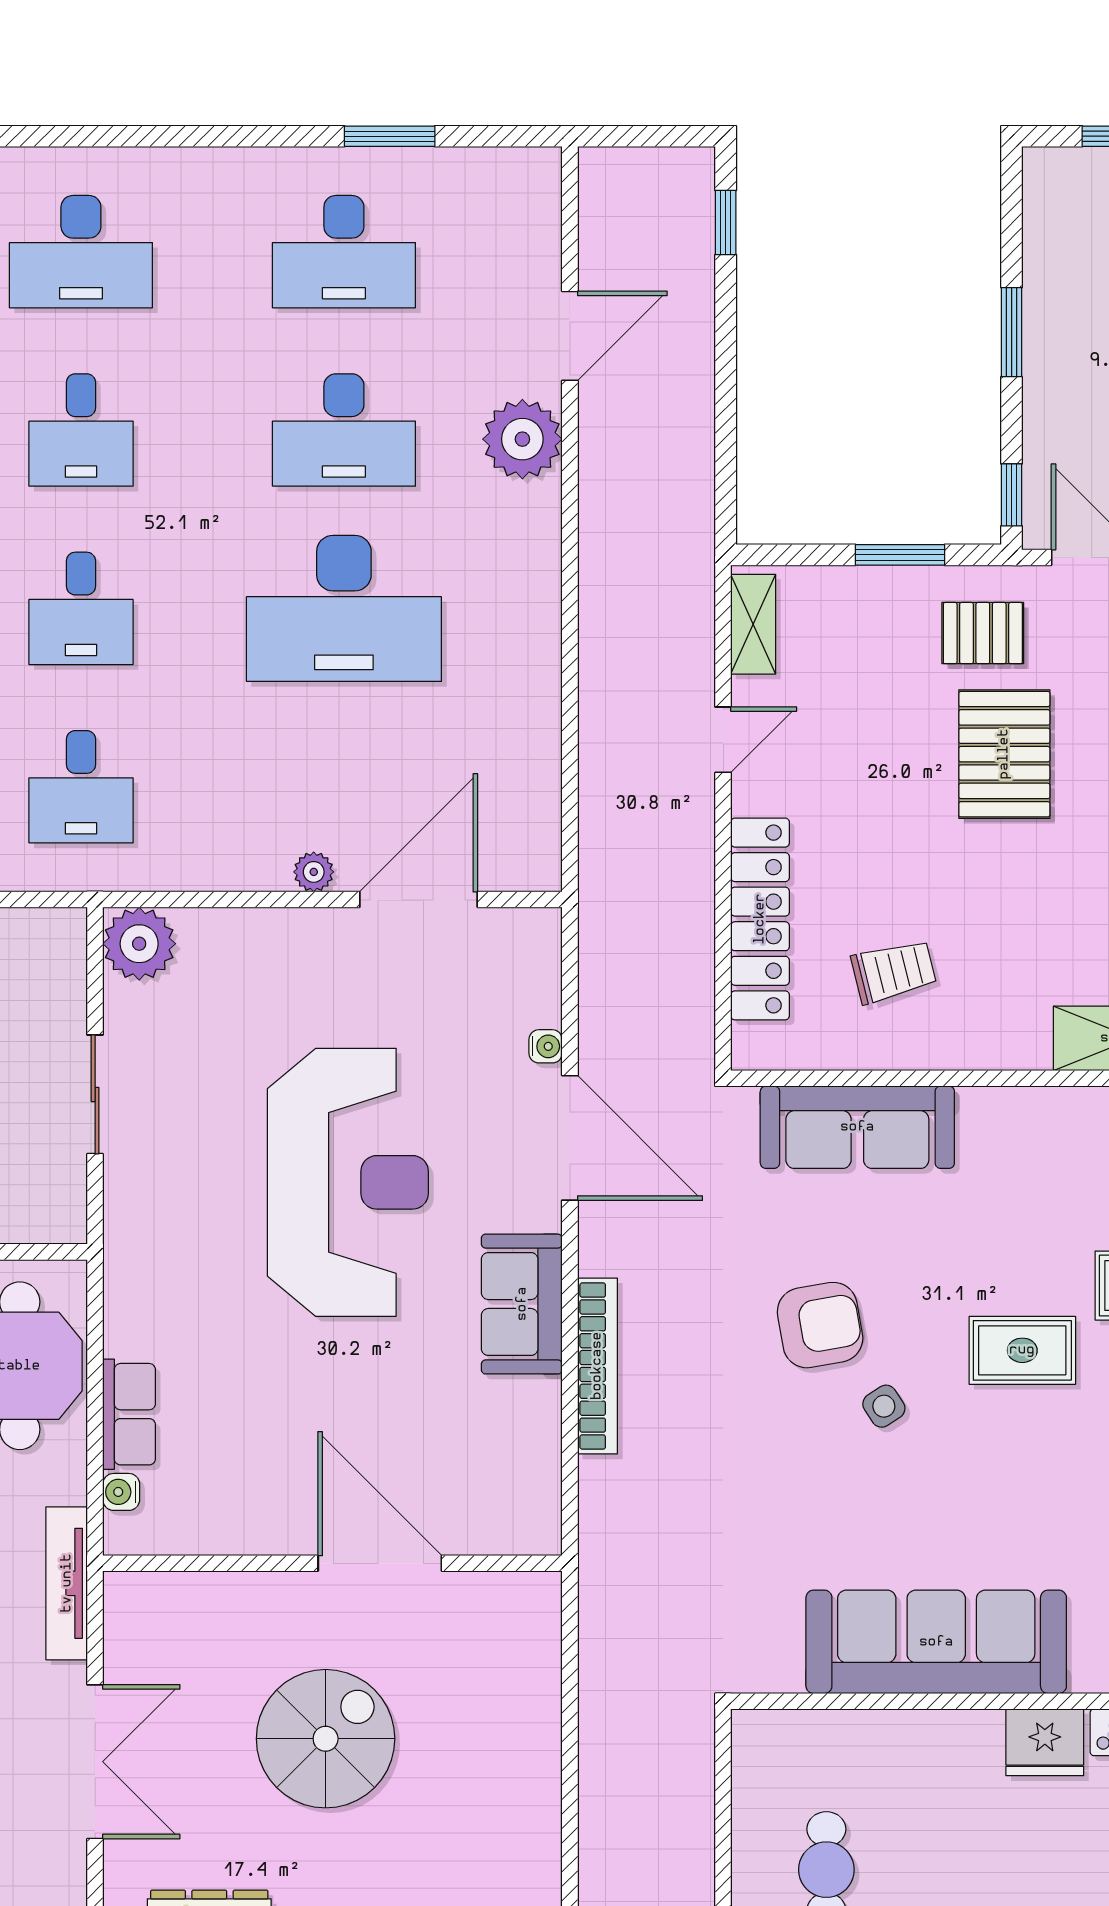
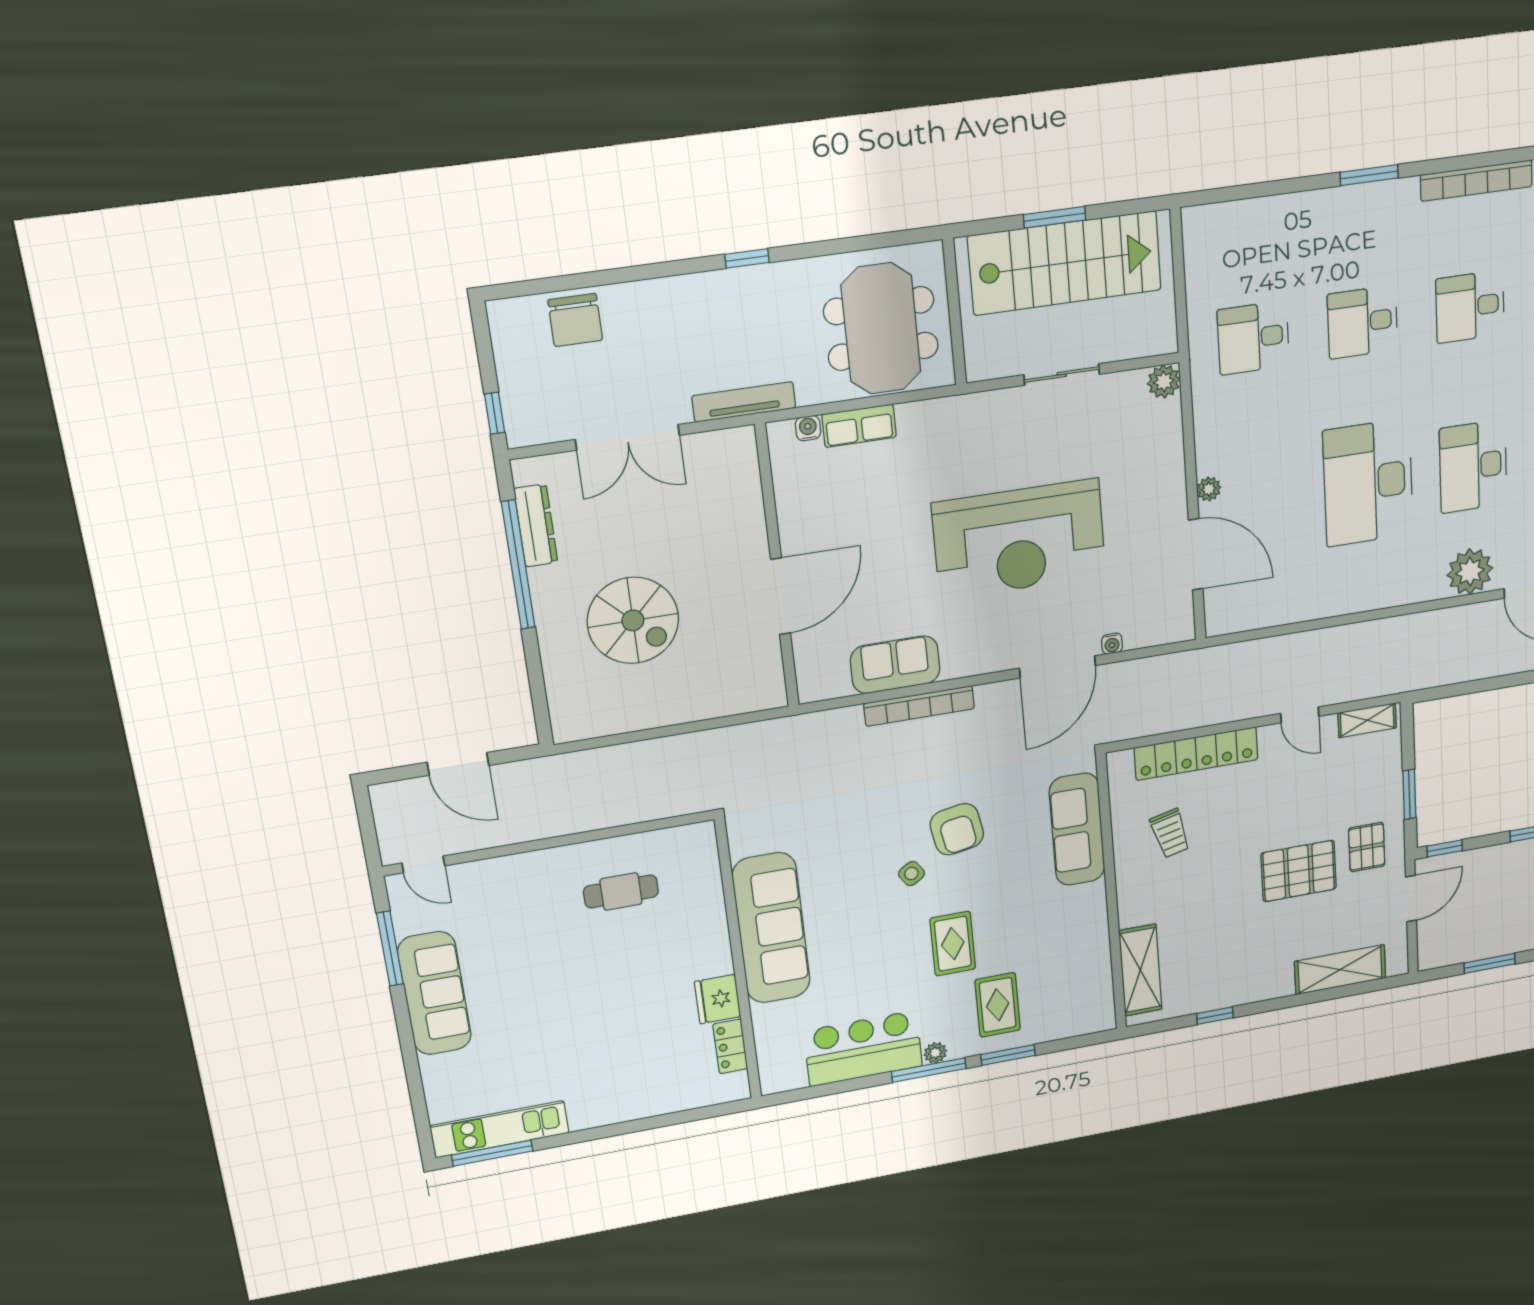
plant: (139, 944) -> (1164, 381), width x0.73, depth x0.73
sofa: (522, 1304) -> (895, 665), moved
spiral stairs: (326, 1739) -> (633, 620), moved

